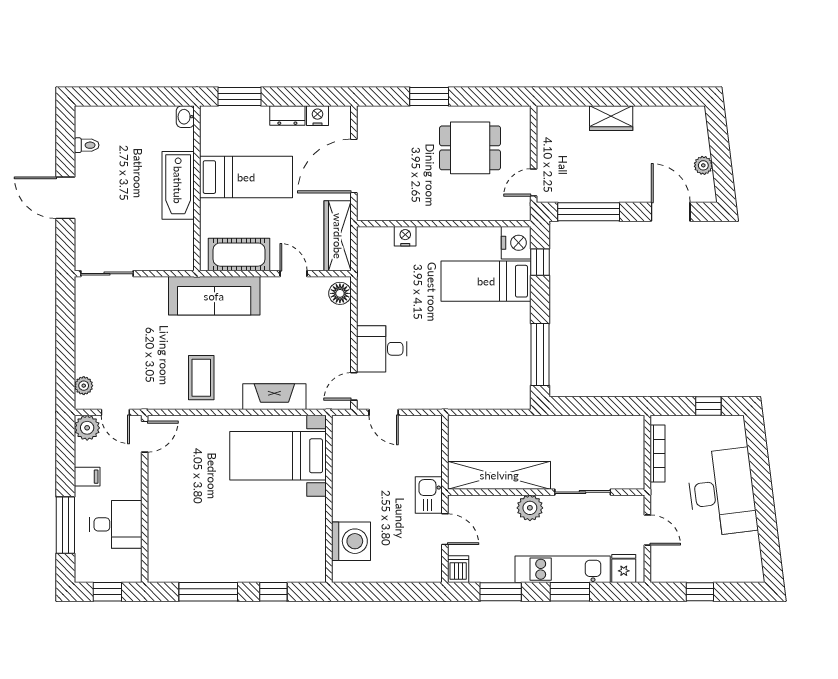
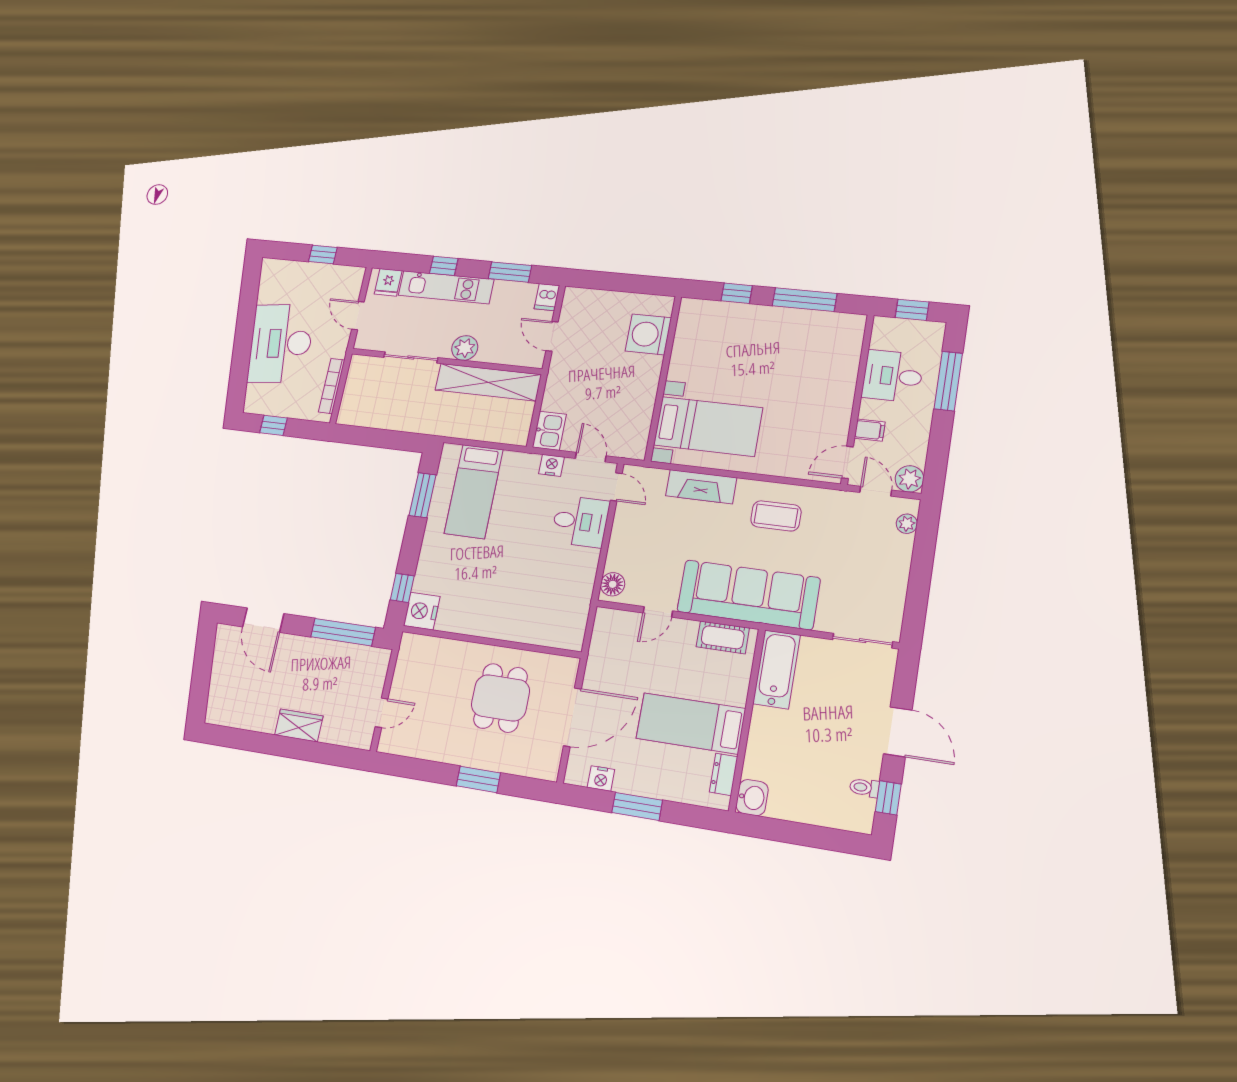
window: (239, 97) -> (637, 806), moved
dresser: (287, 116) -> (724, 774), moved, turned -90
washbasin: (185, 117) -> (752, 798), width x1.38, depth x1.45
window: (65, 140) -> (888, 798), added
dining table: (470, 148) -> (501, 698), moved, turned 90
plant: (703, 165) -> (221, 662), removed
door: (534, 182) -> (382, 713), moved
bathtub: (178, 185) -> (777, 669), moved
wardrobe: (338, 236) -> (604, 645), removed
nightstand: (405, 236) -> (552, 465), moved, turned 180
cot: (239, 255) -> (723, 637), width x0.73, depth x0.75
door: (294, 274) -> (658, 612), hinge flipped
bed: (486, 281) -> (474, 491), moved, turned 90
sofa: (214, 296) -> (748, 595), width x1.36, depth x1.27
window: (540, 355) -> (423, 495), width x0.69
coffee table: (201, 378) -> (776, 516), turned 90
door: (354, 386) -> (616, 487), hinge flipped
filing cabinet: (87, 477) -> (870, 430), moved, turned 180
kitchen sink: (429, 495) -> (549, 431), moved
window: (570, 592) -> (444, 266), width x0.67

